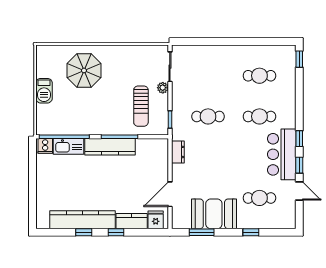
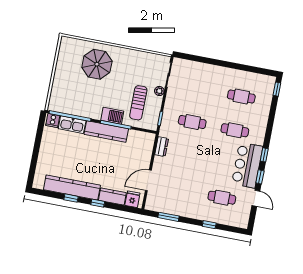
barbecue: (44, 91) -> (112, 116), moved, turned -90
booth: (214, 214) -> (182, 204), removed

